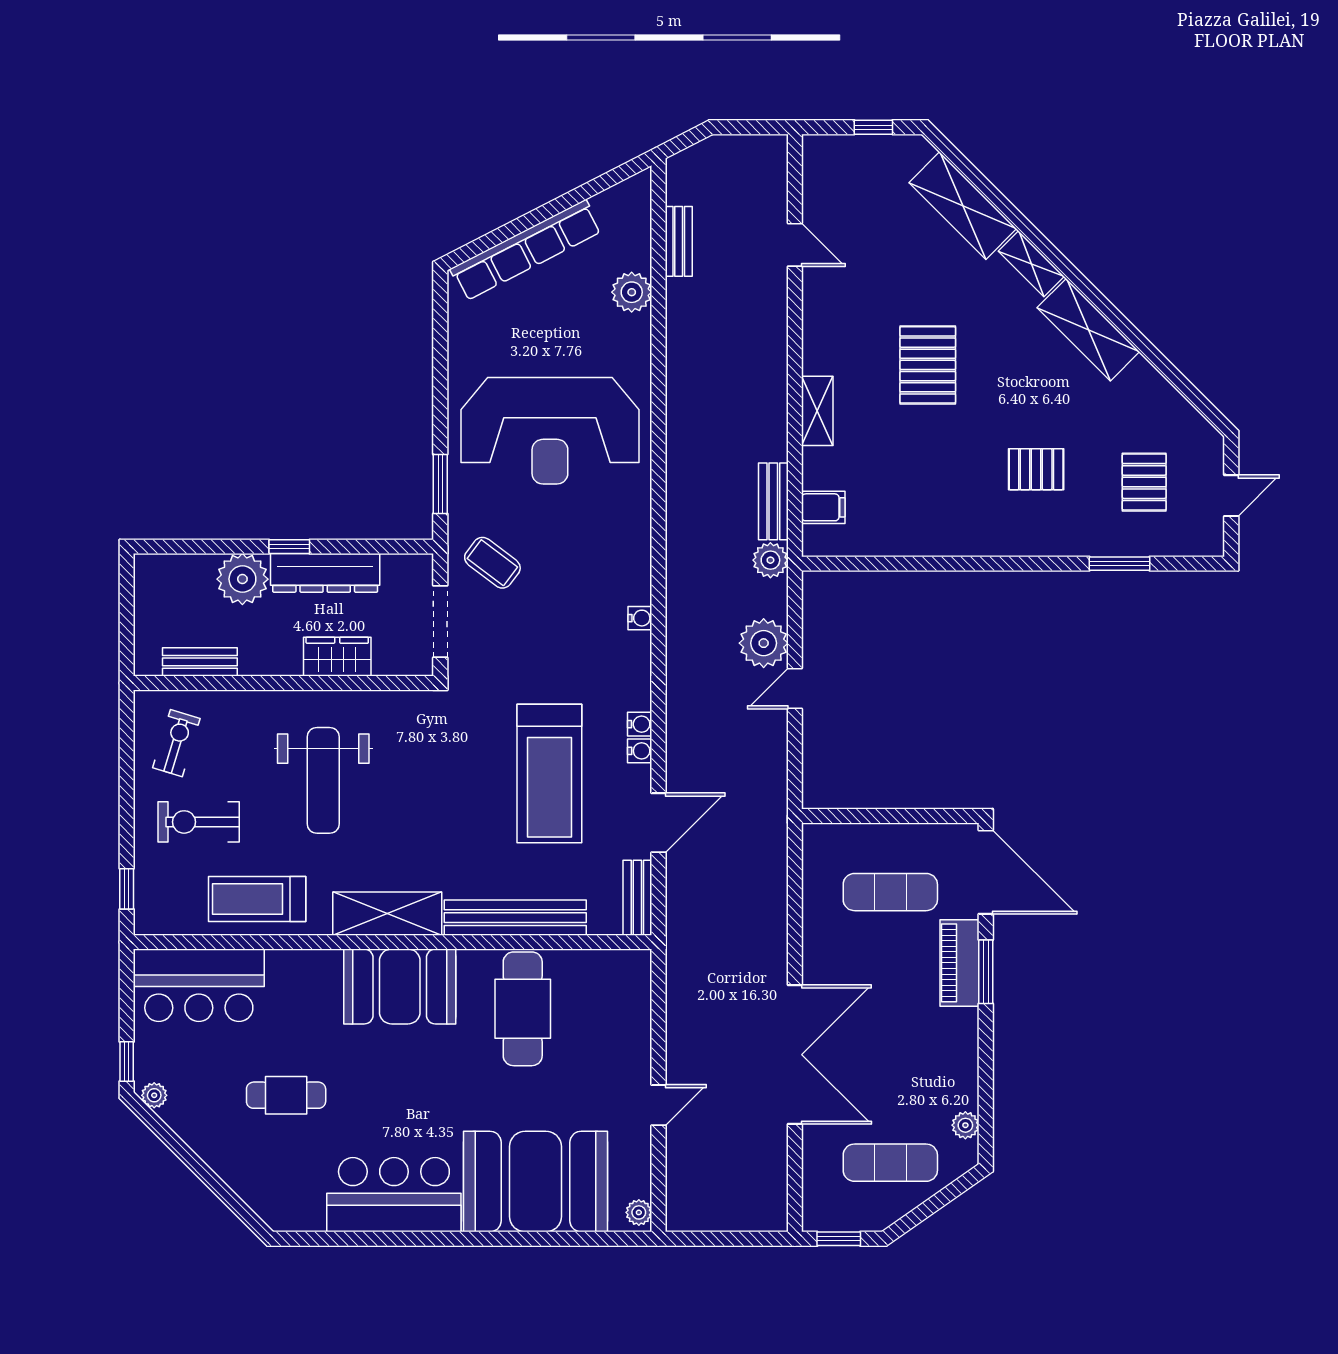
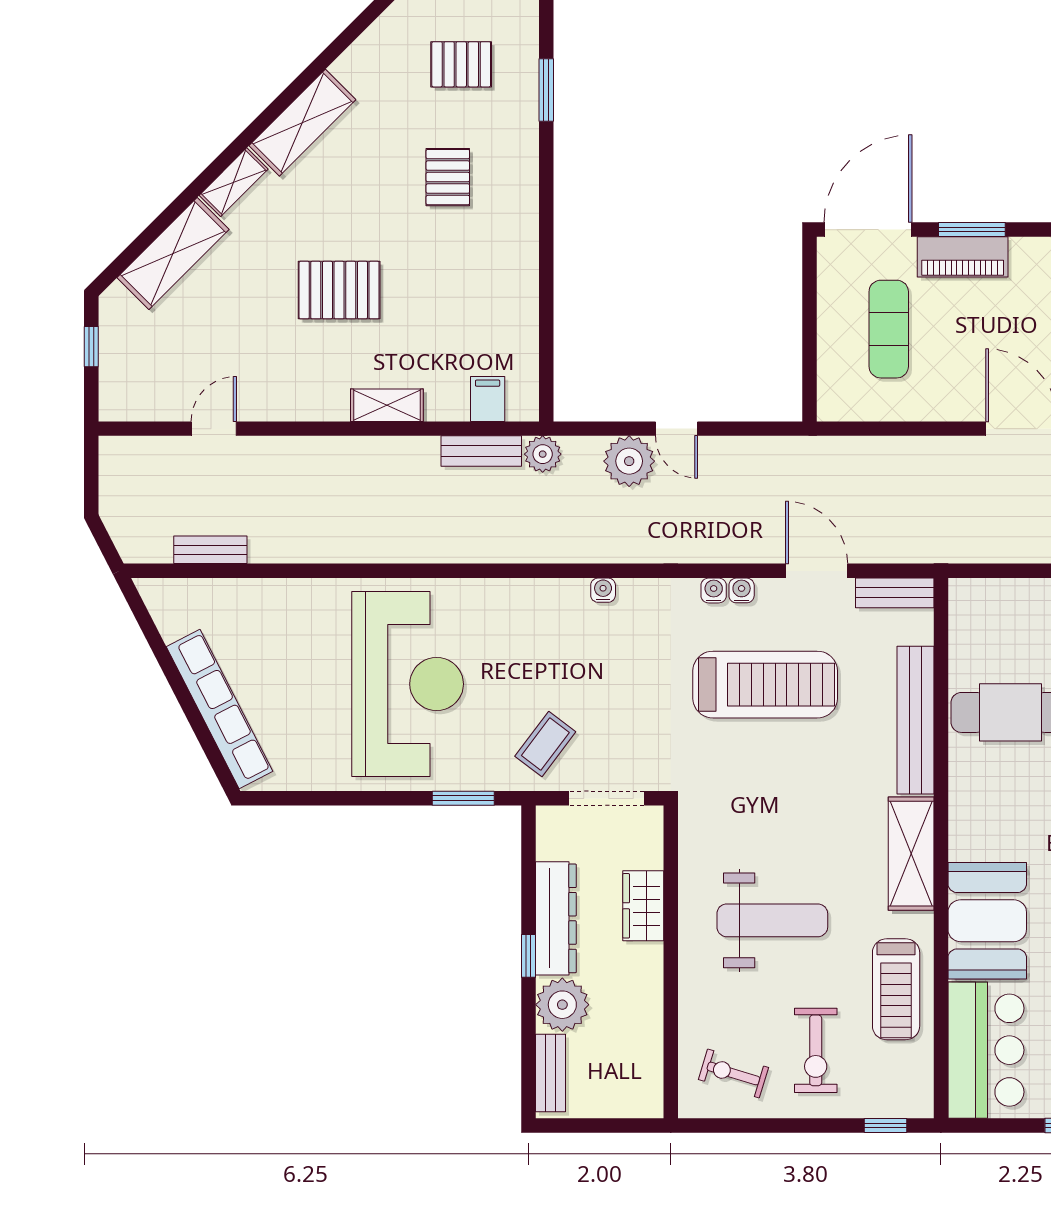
plant: (632, 292) -> (263, 599), removed
bench: (200, 662) -> (551, 1073), moved
booth: (400, 986) -> (987, 921), moved

